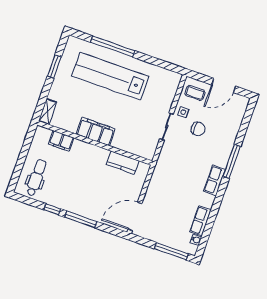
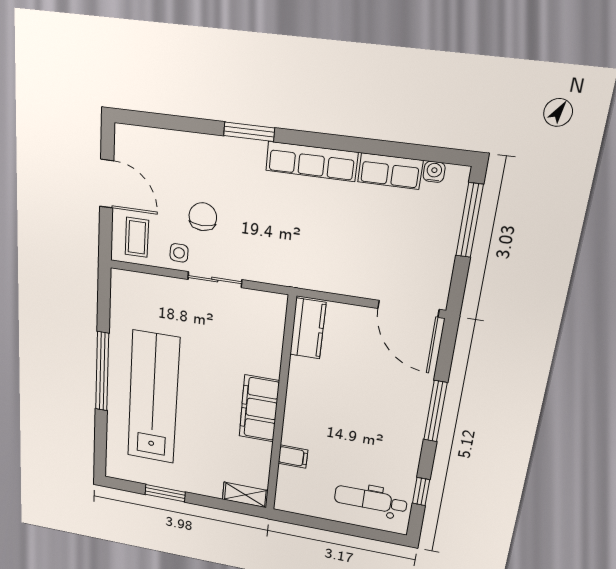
window: (113, 46) -> (102, 372), moved
lab bench: (110, 76) -> (153, 398), turned 180
filing cabinet: (61, 141) -> (293, 457), width x0.50
window: (232, 161) -> (249, 132), width x0.69
kitchen counter: (123, 163) -> (308, 329), moved
row of seats: (215, 180) -> (312, 161), width x1.48
window: (52, 209) -> (421, 492), moved

